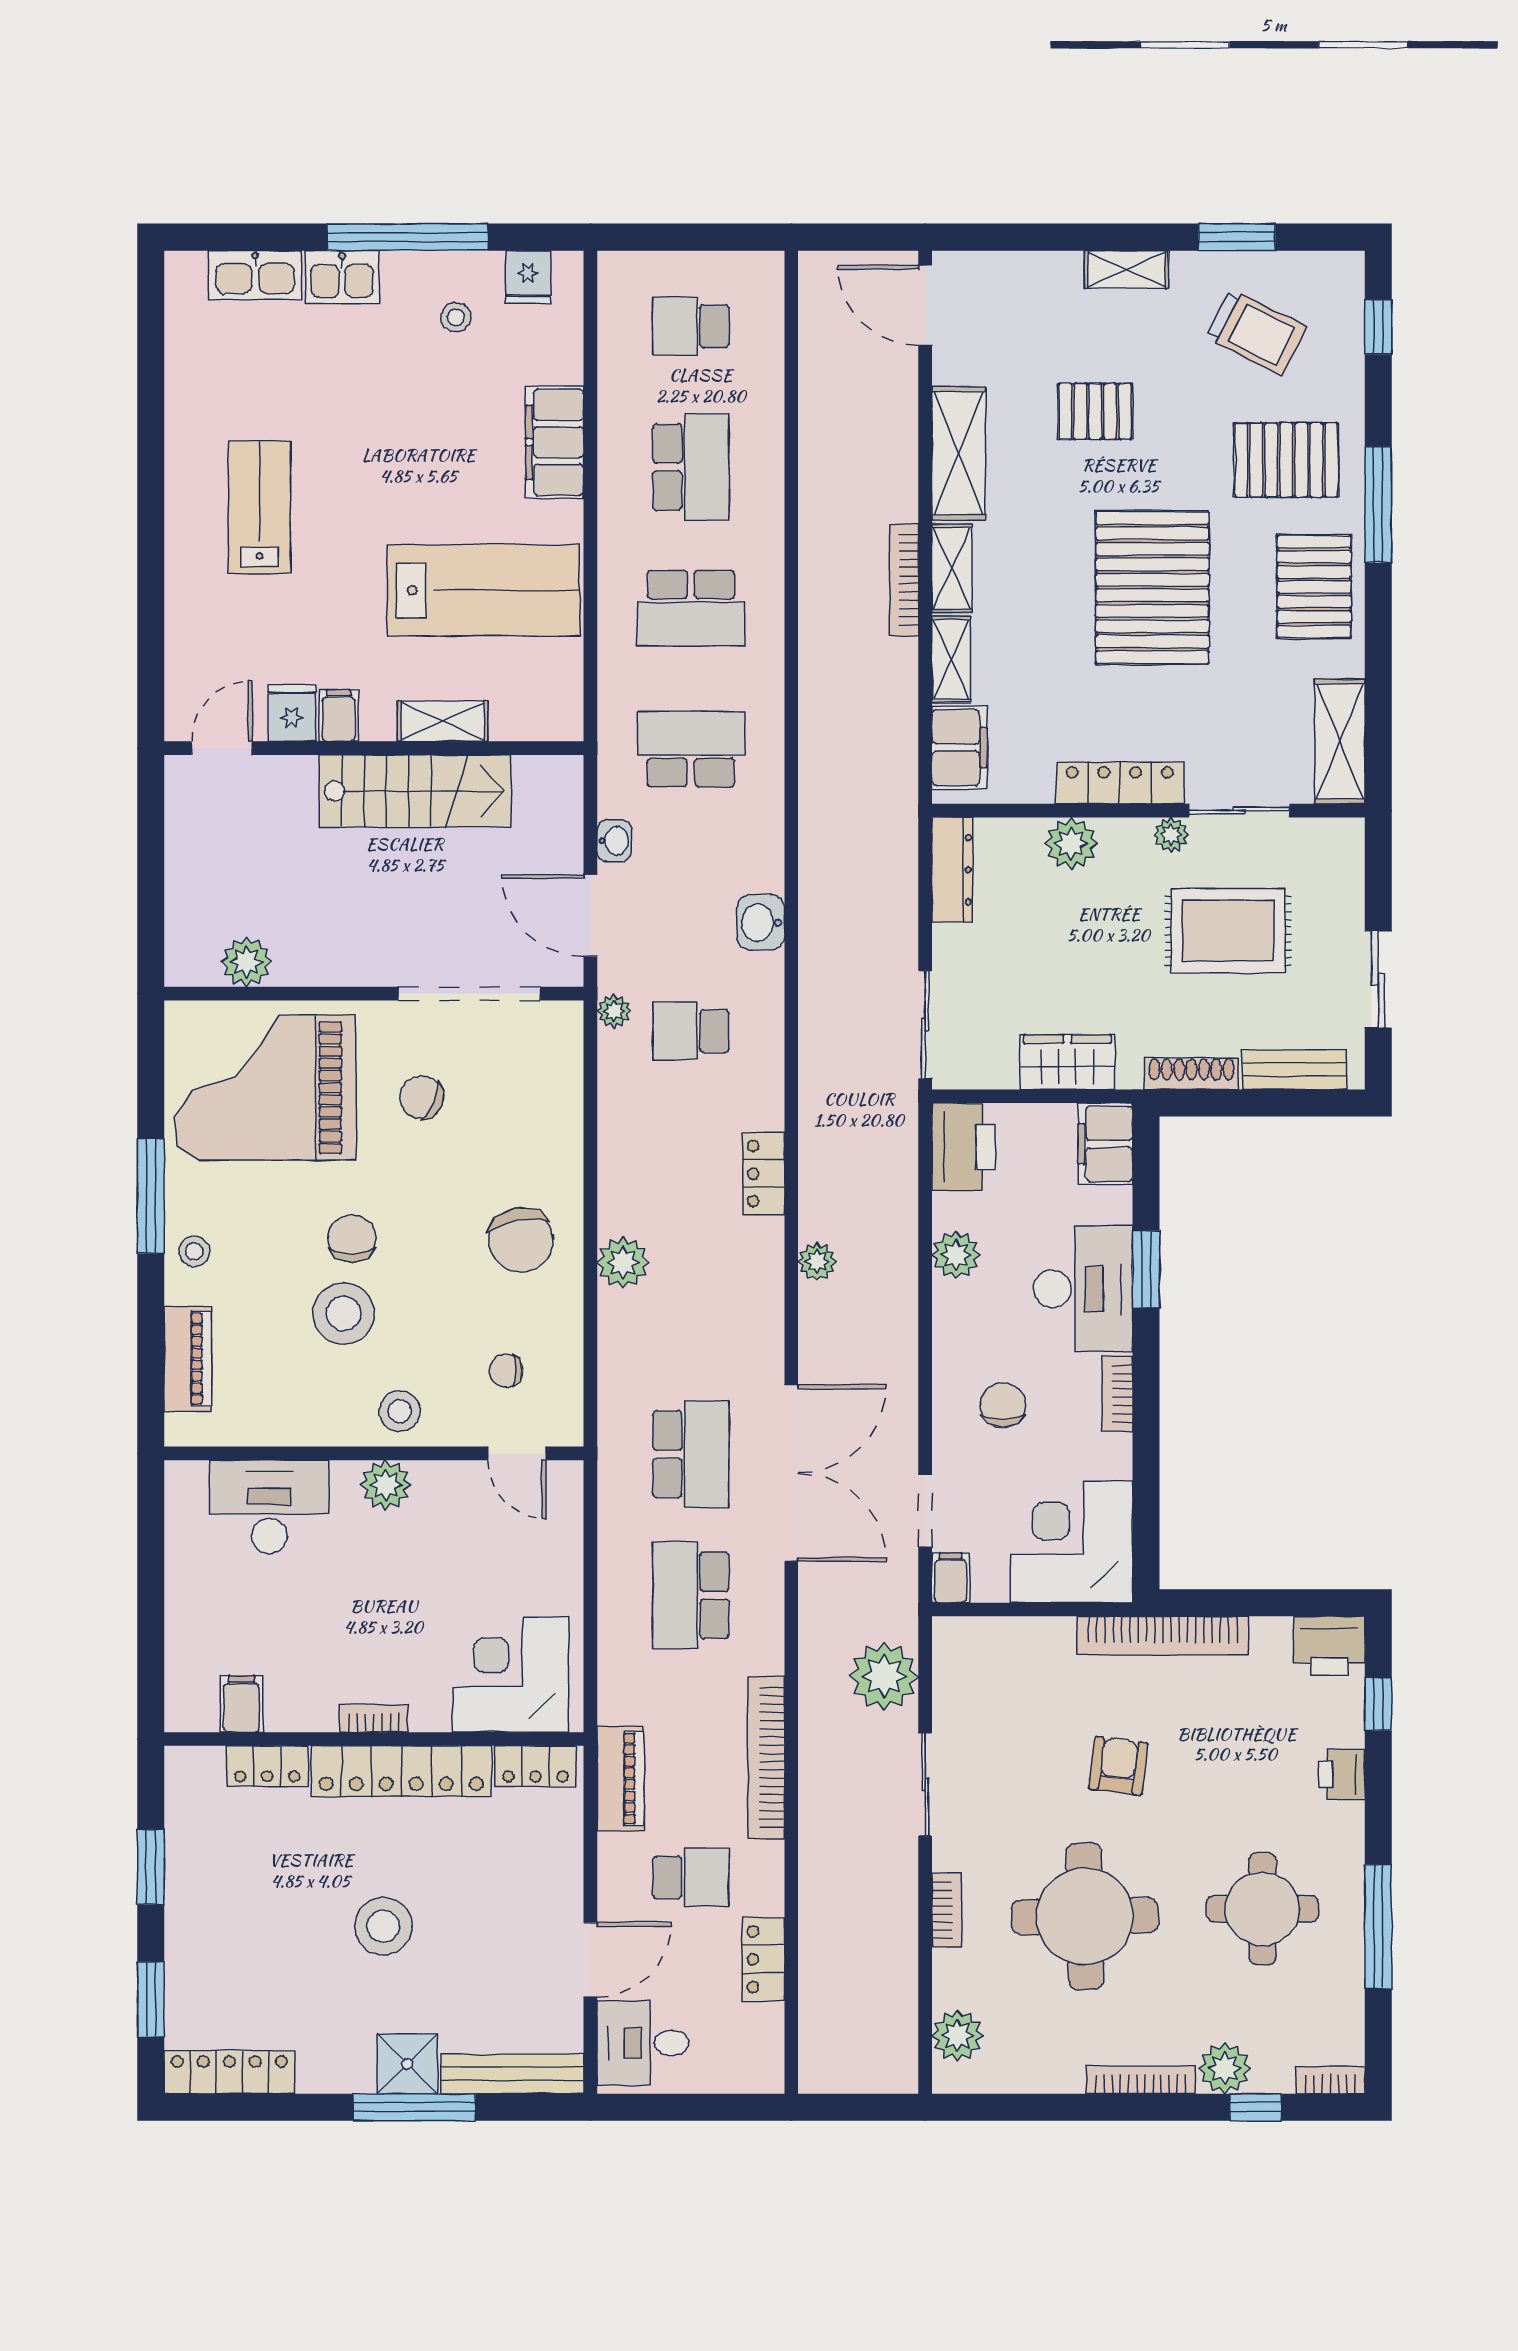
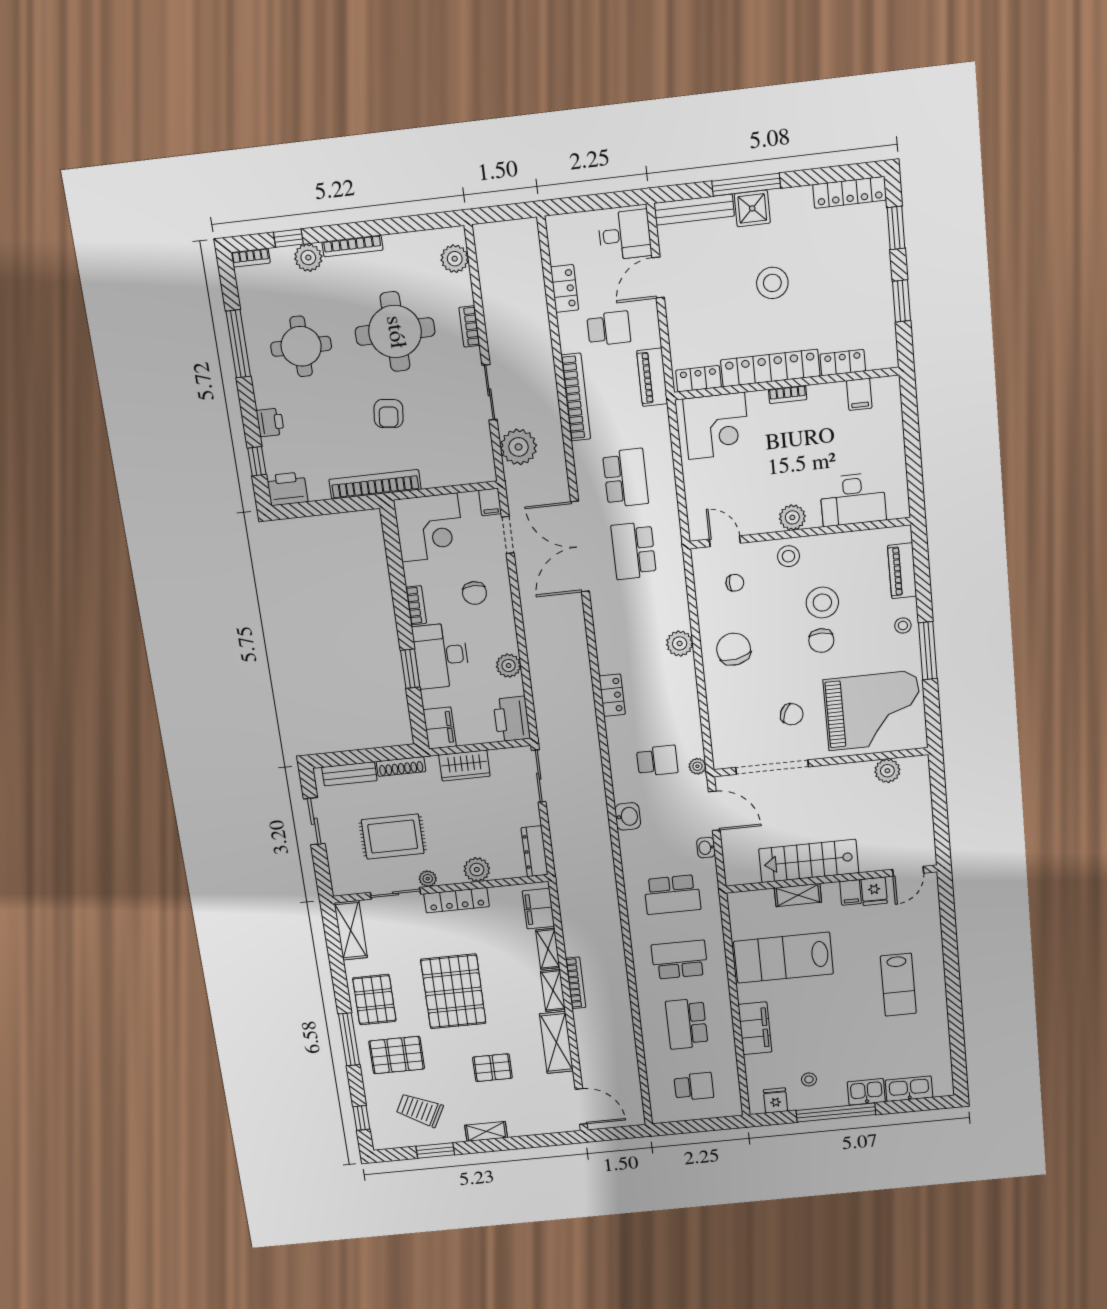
plant: (817, 1262) -> (580, 655), removed
school desk: (691, 1877) -> (609, 328), turned 180

